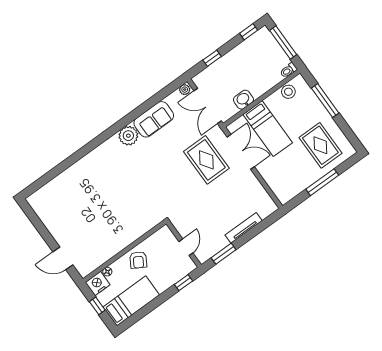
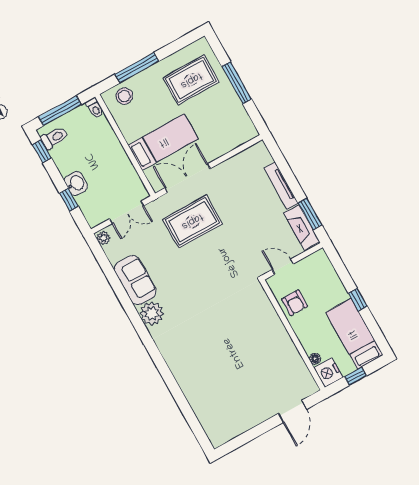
toilet: (261, 41) -> (54, 138), added
stool: (288, 92) -> (124, 96), moved
washbasin: (243, 100) -> (76, 183), moved, turned 180
double door: (208, 106) -> (127, 212), width x0.73
door: (186, 247) -> (283, 267), moved
fireplace: (212, 248) -> (302, 227), added
armchair: (138, 260) -> (295, 303), moved, turned 59
window: (184, 283) -> (358, 300), moved

